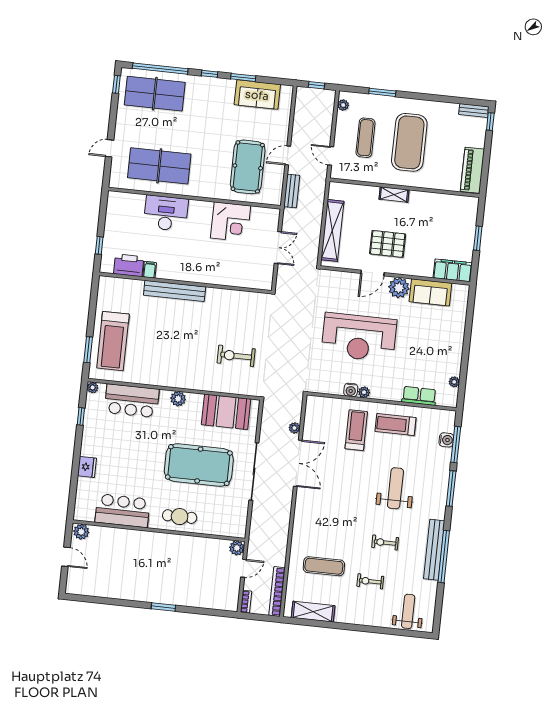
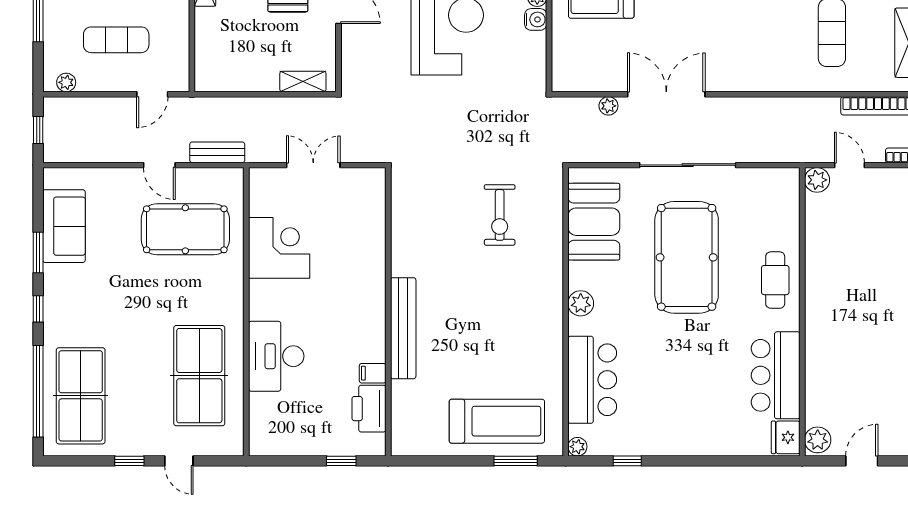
window: (116, 84) -> (129, 461), moved
shelving: (332, 230) -> (303, 81), width x0.45, depth x0.75
fridge: (87, 467) -> (786, 437), moved, turned -90

